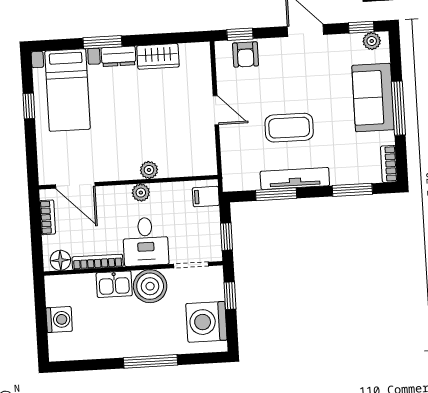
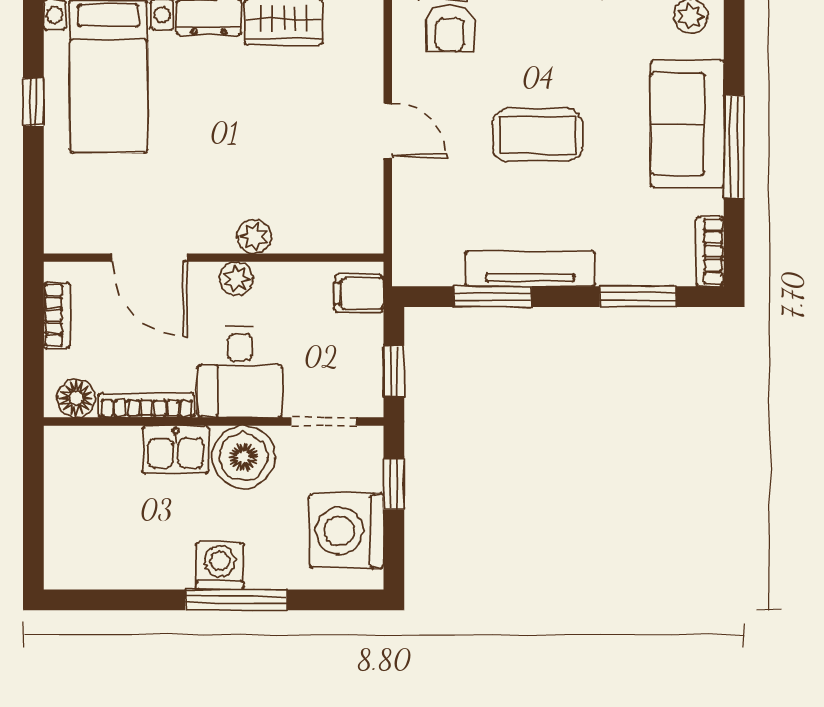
coffee table: (289, 128) -> (538, 135), moved
door: (75, 185) -> (150, 258), moved
washing machine: (59, 320) -> (220, 566), moved, turned -90

